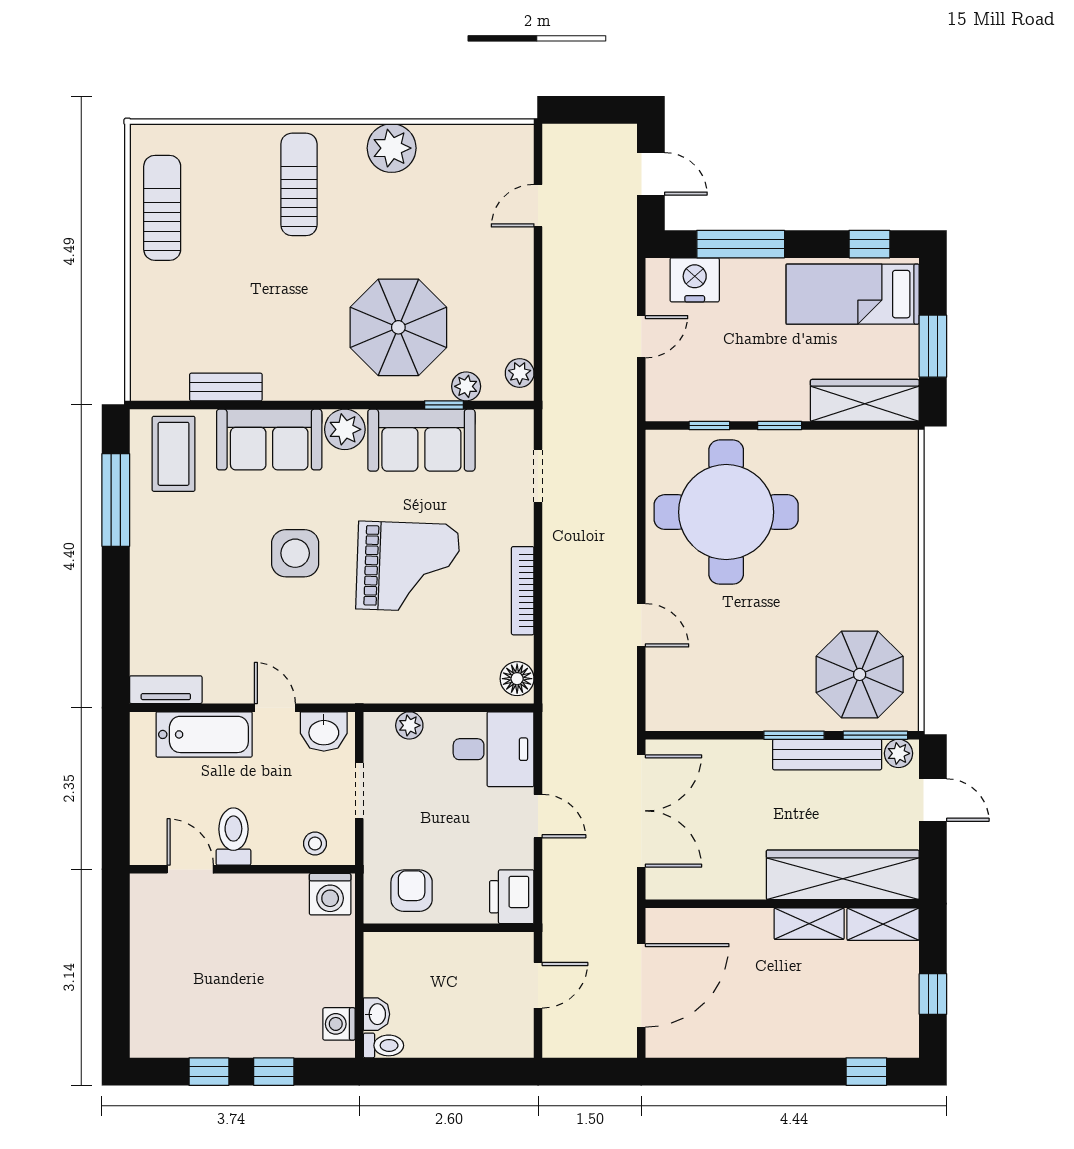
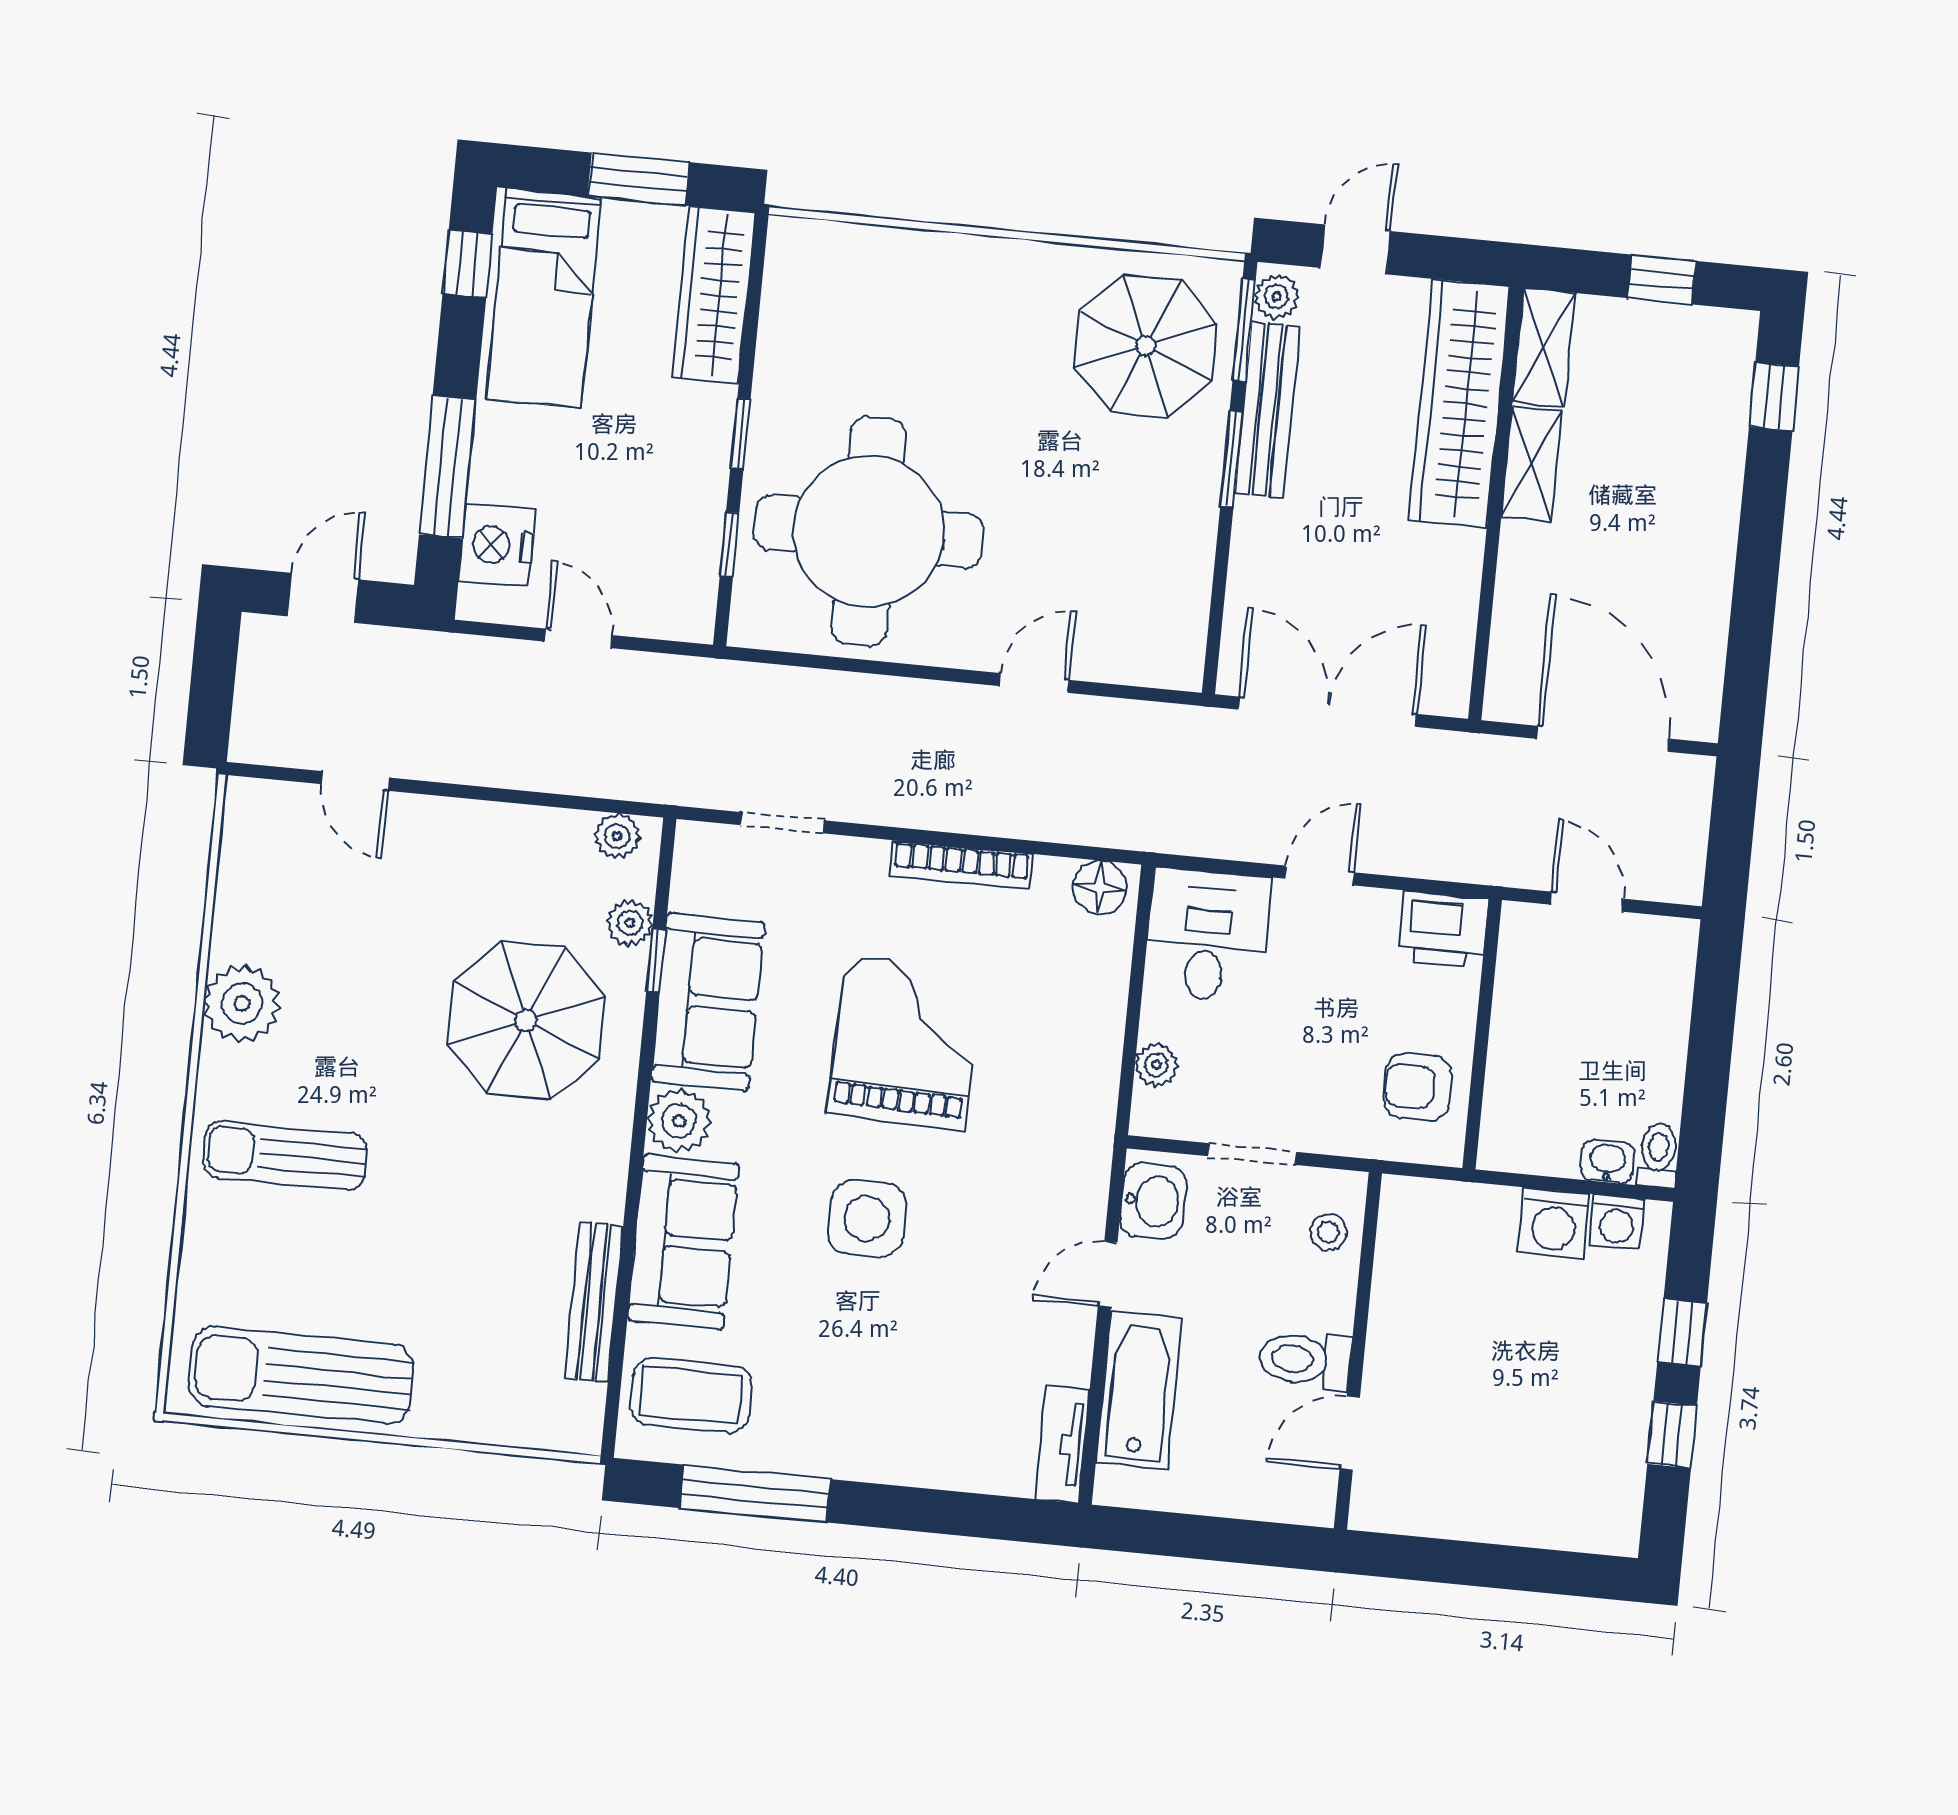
sun lounger: (162, 208) -> (301, 1375), width x1.36, depth x1.34
bench: (226, 387) -> (594, 1302), width x1.36
washing machine: (330, 894) -> (1554, 1223), moved, turned 90

